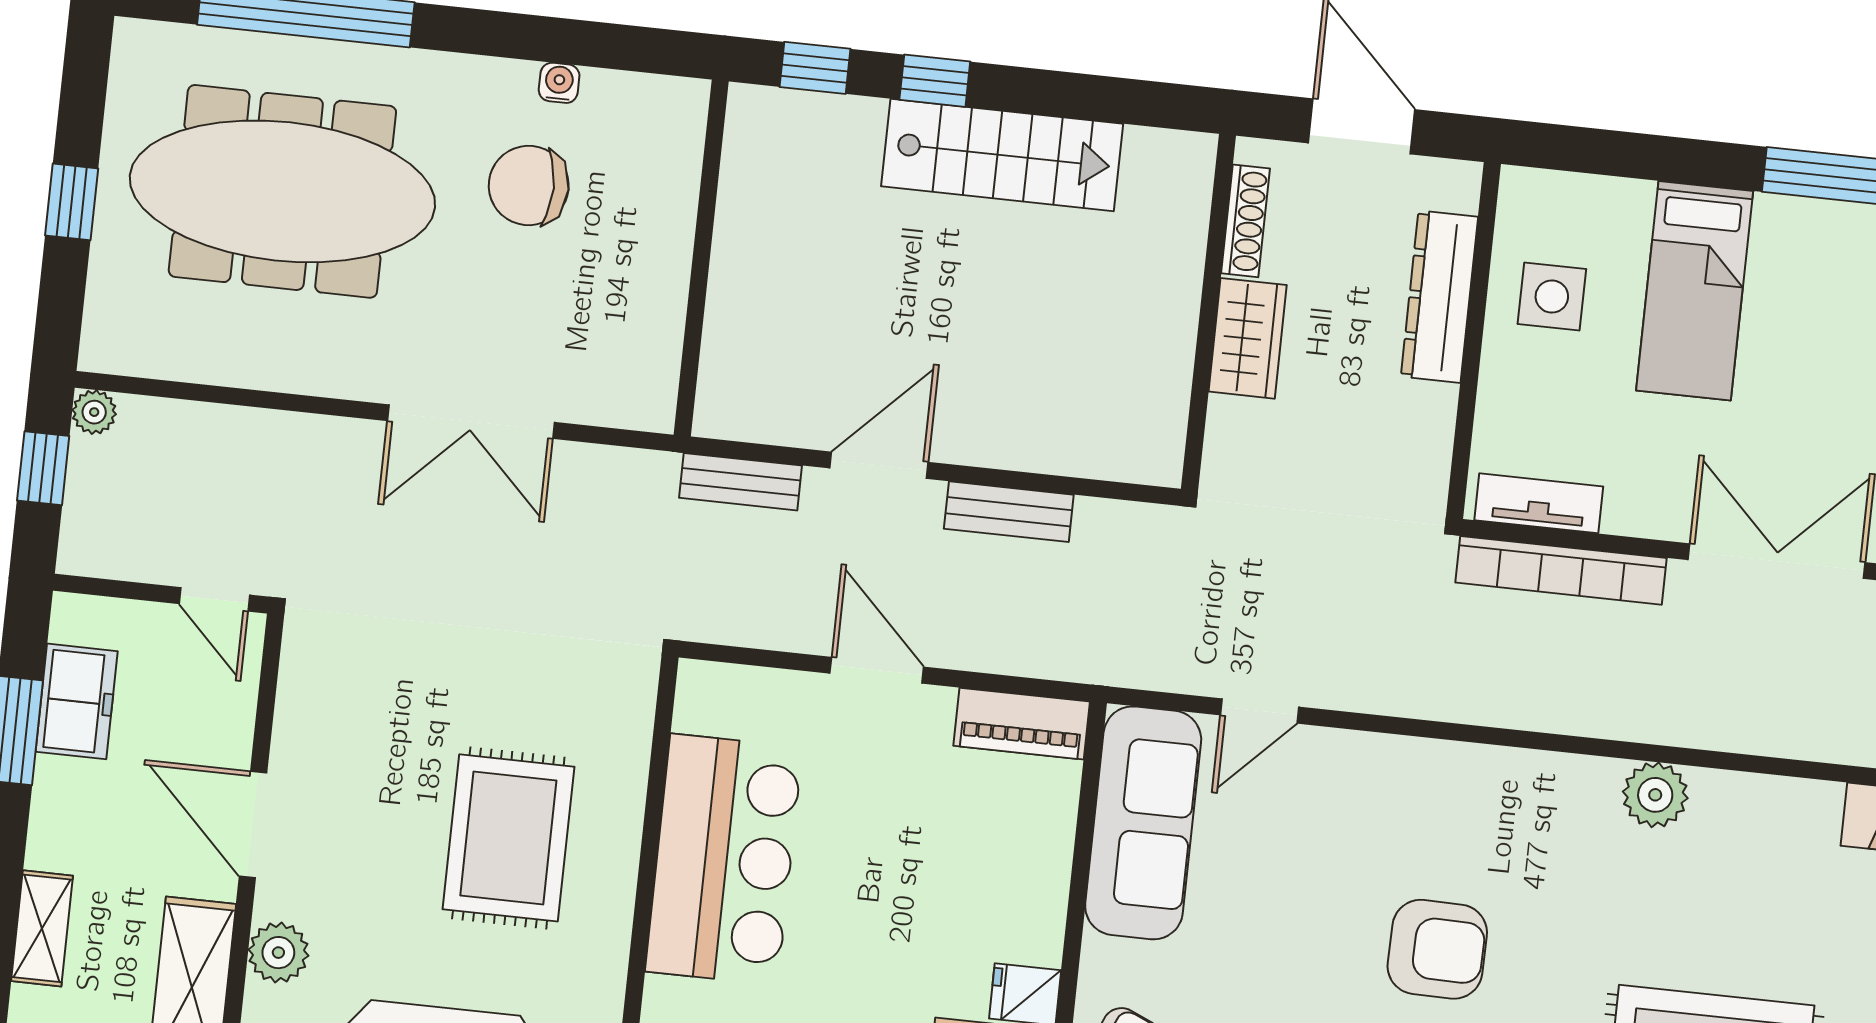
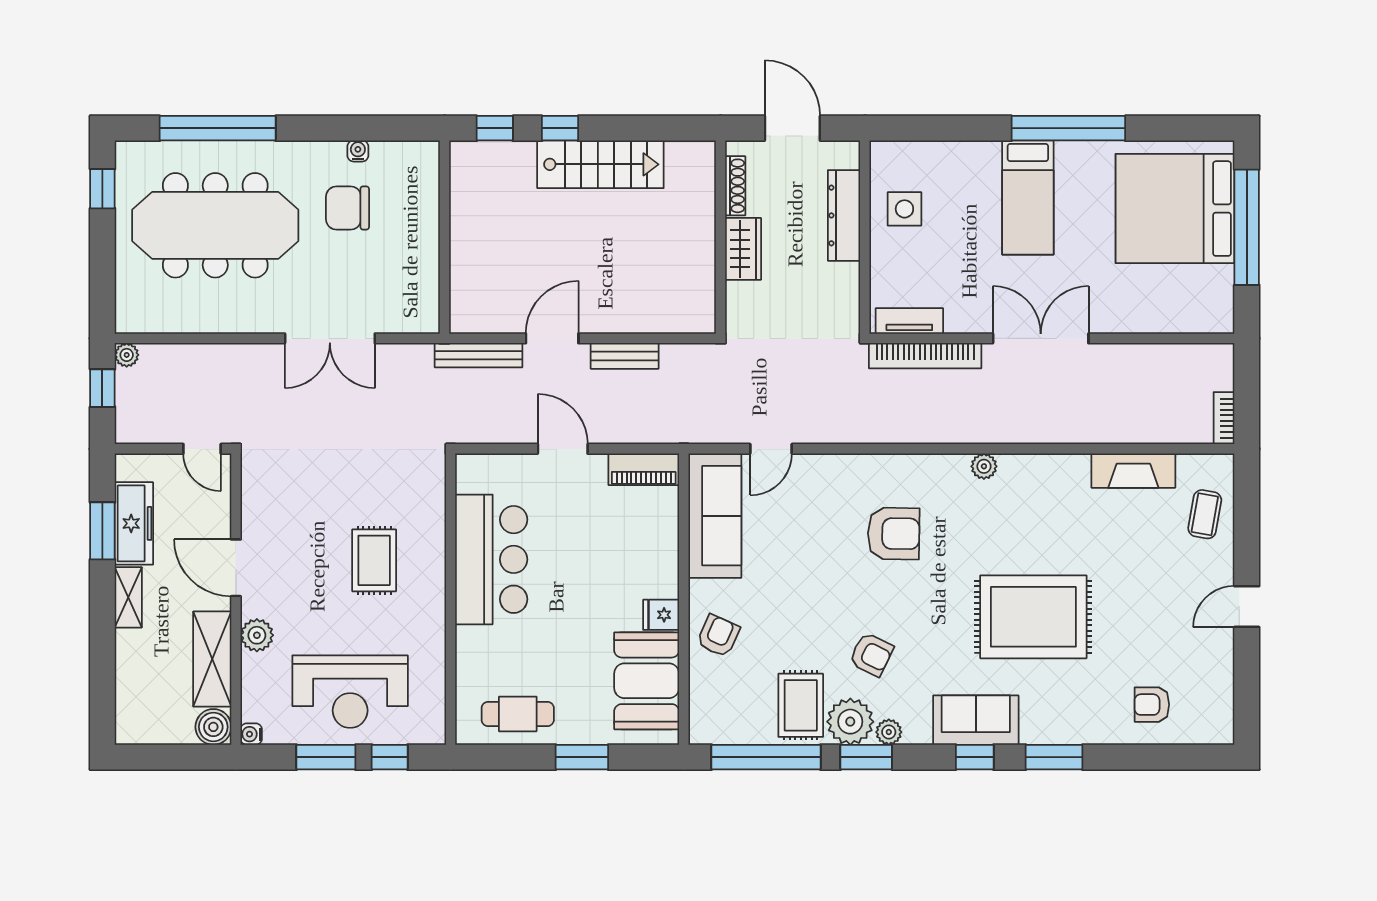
window: (72, 202) -> (102, 189), moved
bed: (1695, 291) -> (1028, 198), moved
bench: (741, 482) -> (479, 355), width x1.36
freezer: (77, 701) -> (134, 523), width x1.40
plant: (1655, 795) -> (984, 466), width x0.73, depth x0.73
rug: (508, 838) -> (374, 560), width x0.73, depth x0.70
shelving: (42, 928) -> (128, 597), moved
armchair: (1437, 949) -> (894, 534), moved

